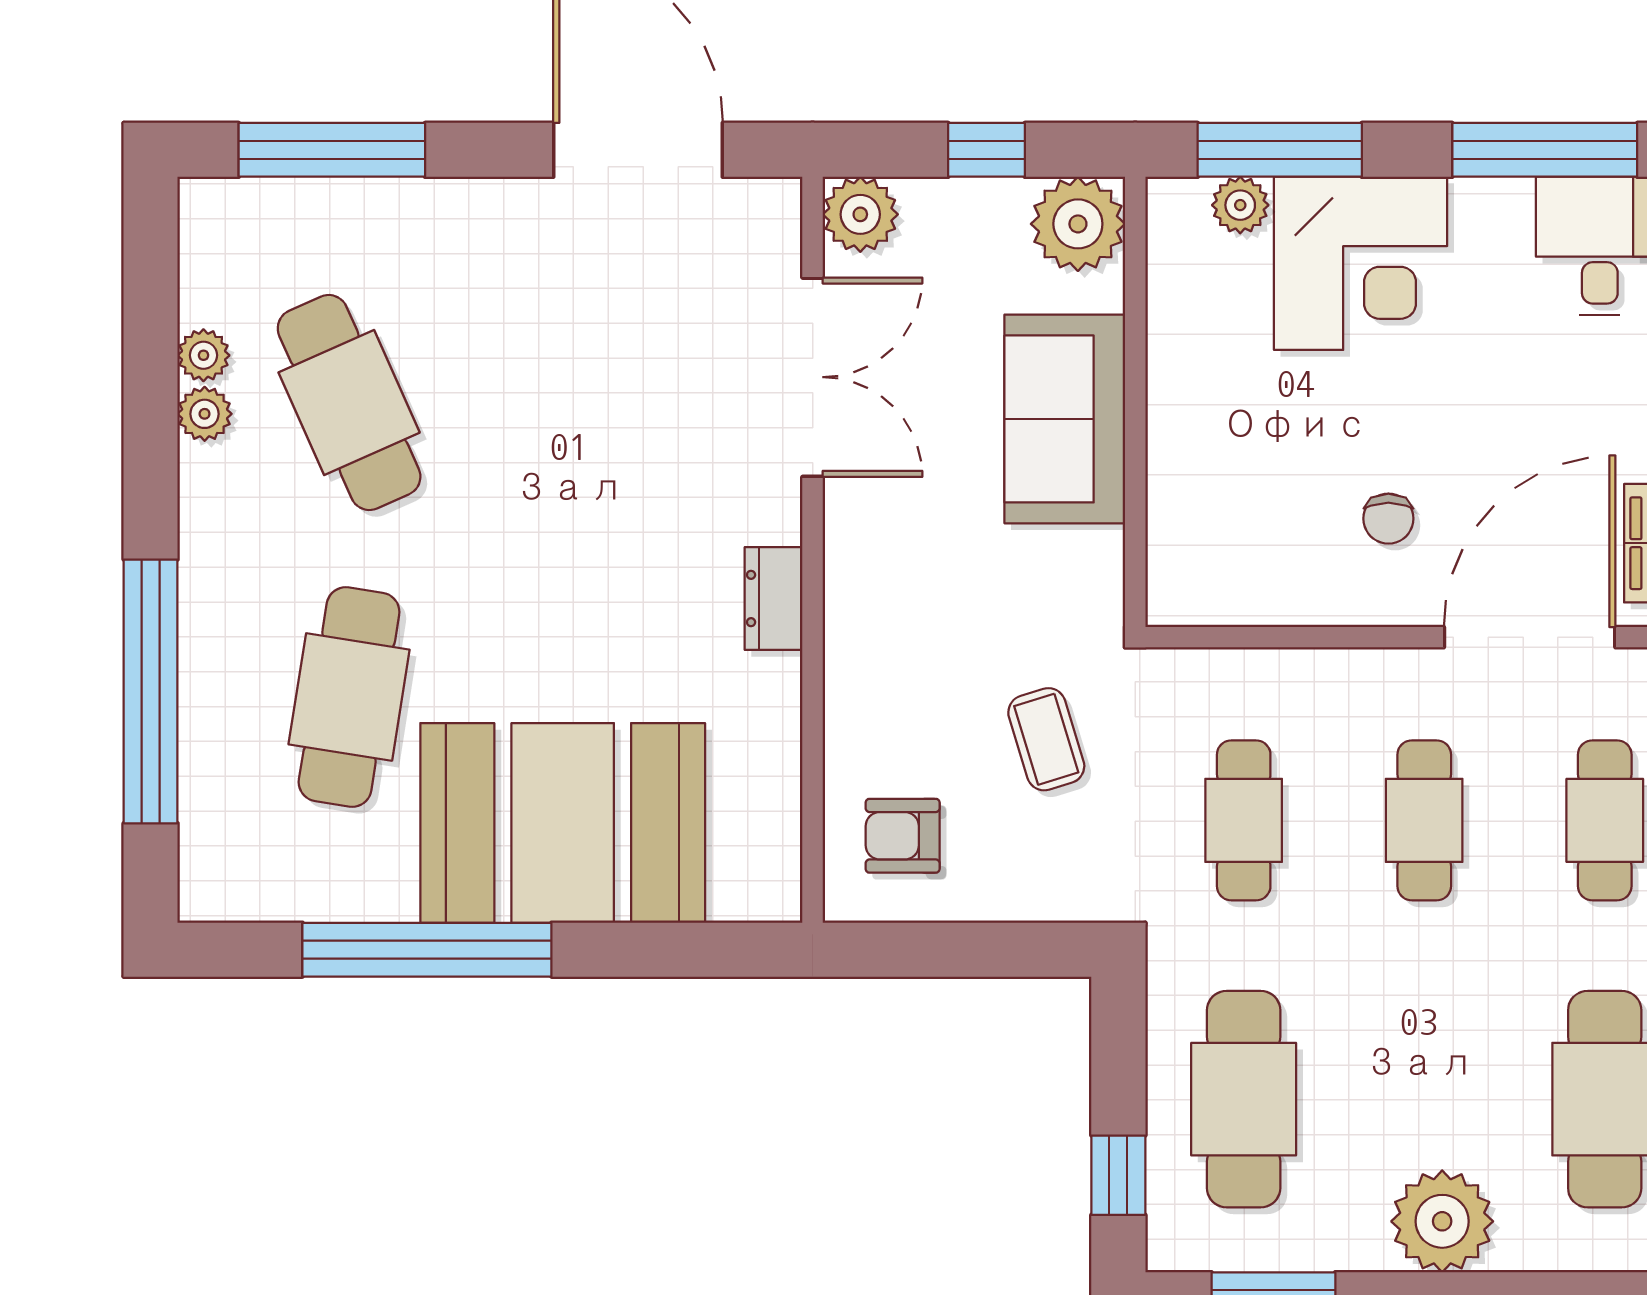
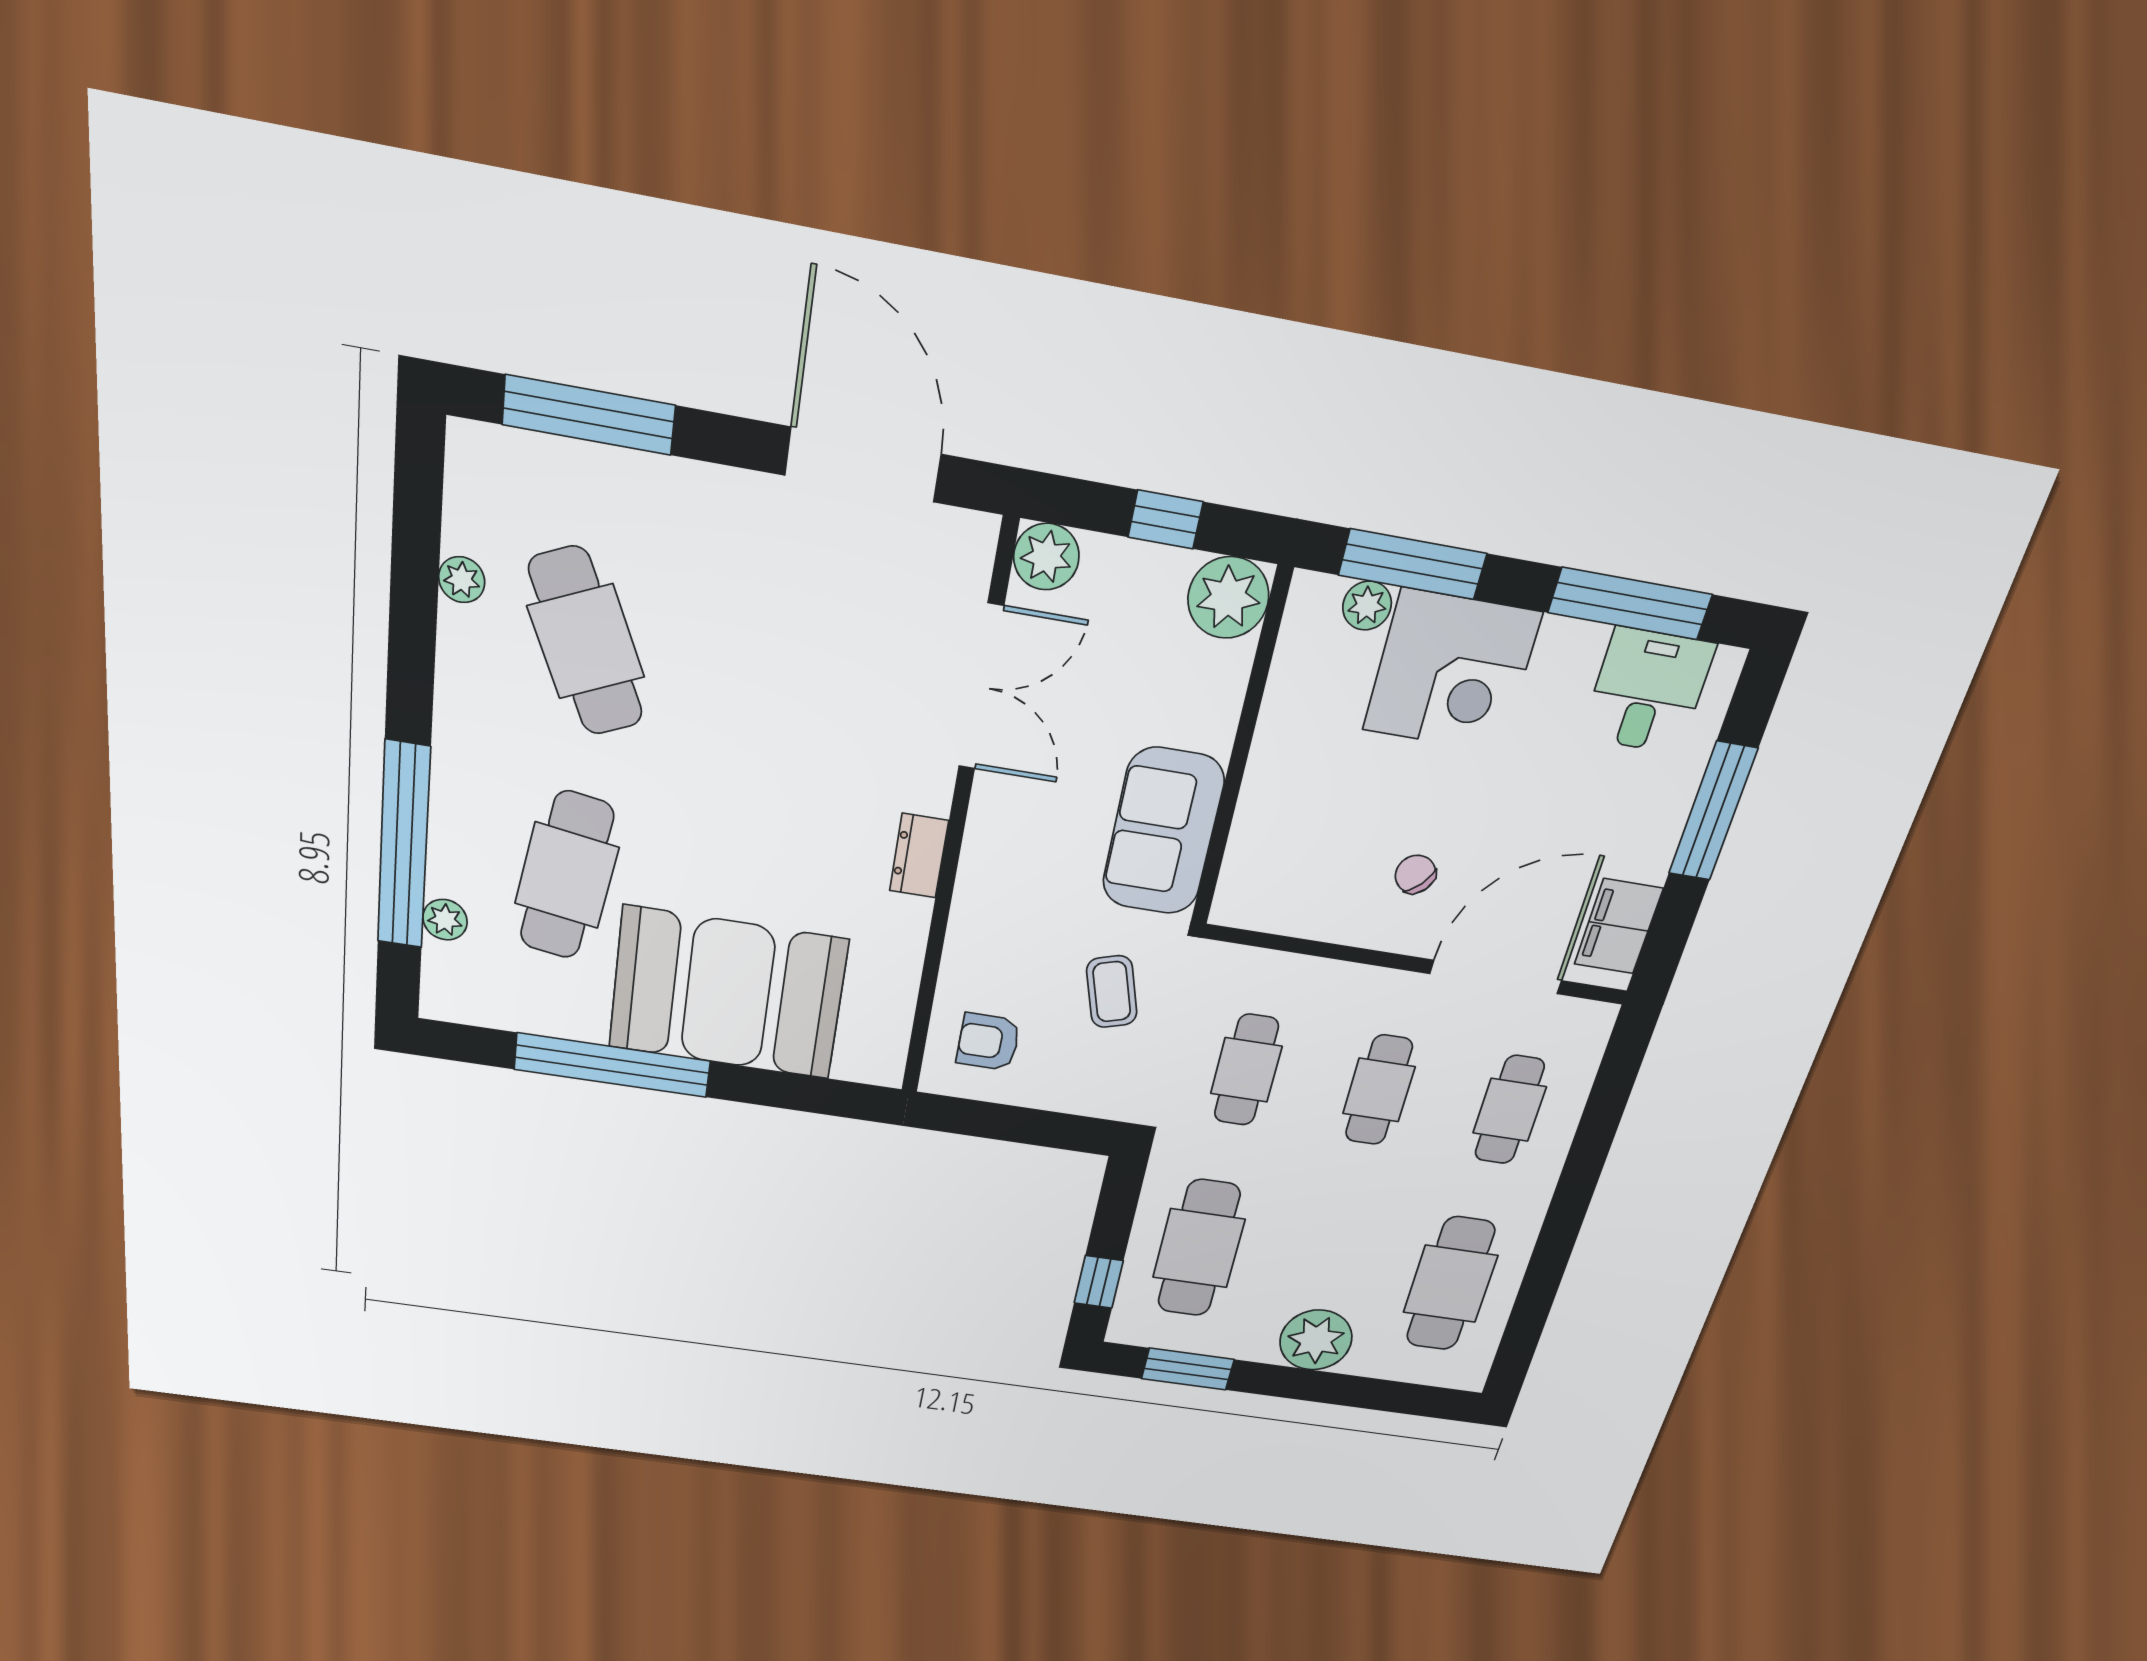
plant: (205, 414) -> (445, 920), moved
sofa: (1065, 419) -> (1163, 832), moved
chair: (1388, 519) -> (1415, 874), turned 132

